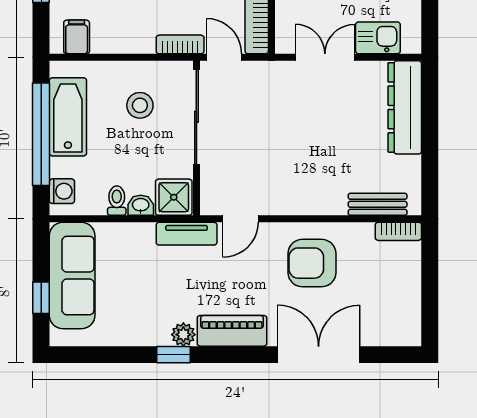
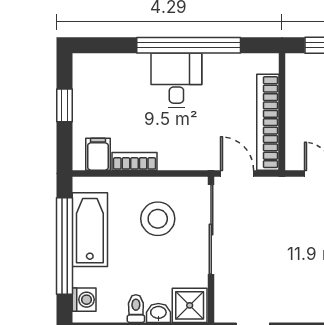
bookcase: (180, 44) -> (135, 161), moved
stool: (140, 105) -> (158, 219), width x1.38, depth x1.38

